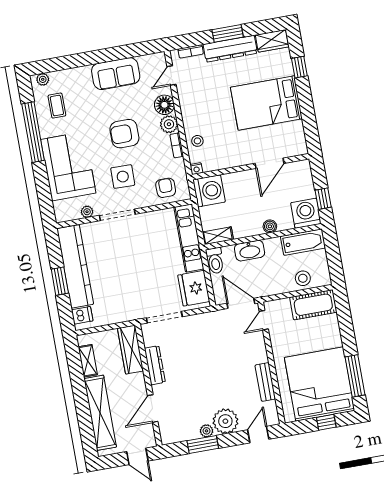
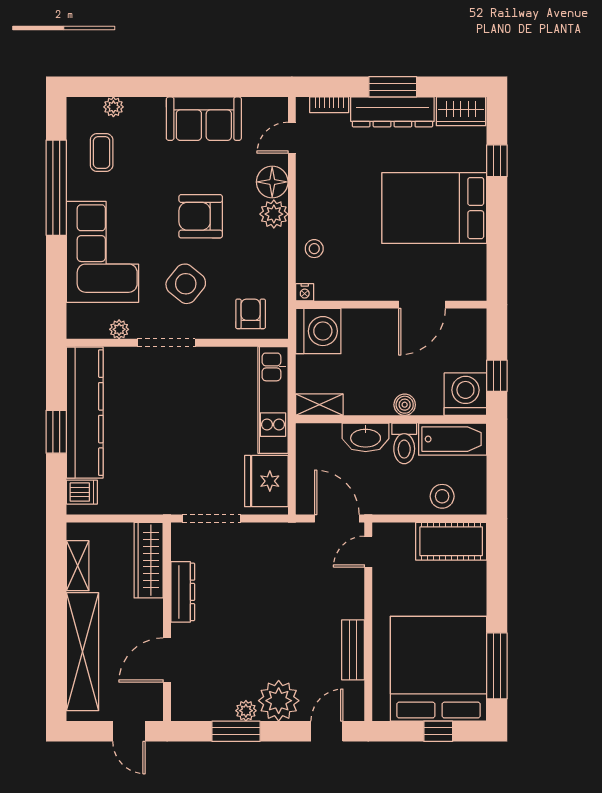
plant: (43, 79) -> (113, 107), moved
bookcase: (177, 145) -> (280, 250), removed
side table: (123, 177) -> (186, 284), turned 38
toilet: (215, 261) -> (404, 443), moved

